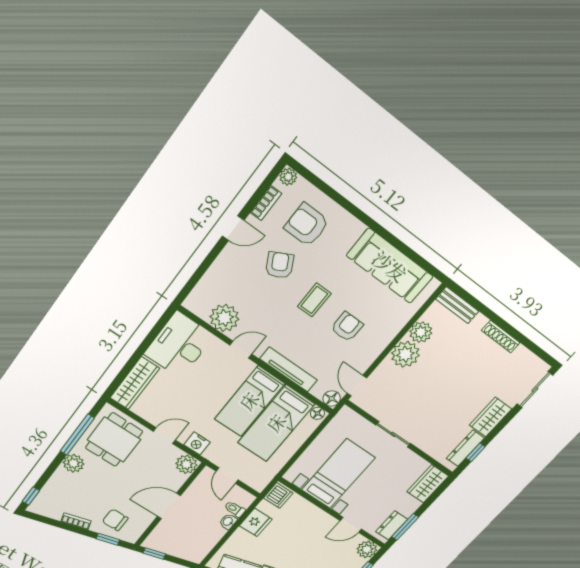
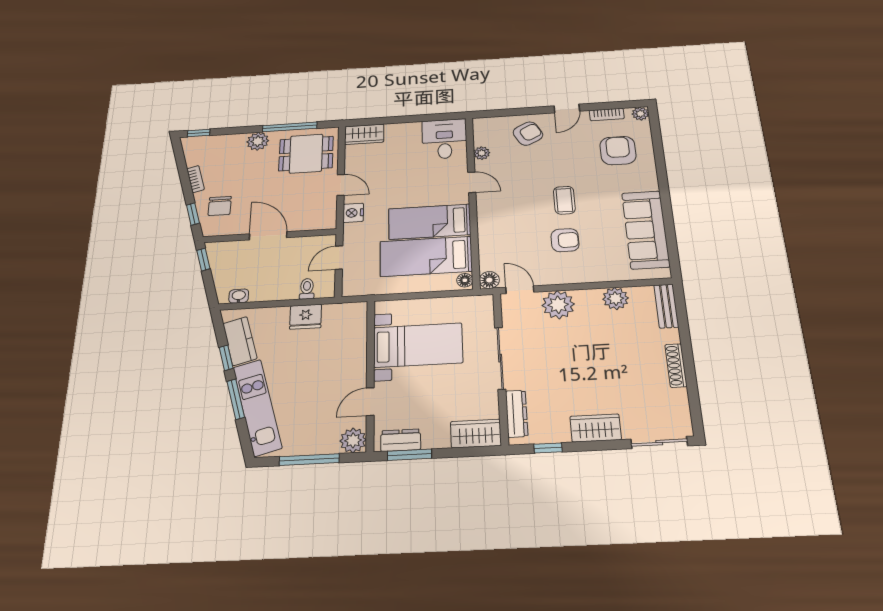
door: (233, 228) -> (567, 109), hinge flipped
armchair: (280, 265) -> (528, 134), moved
coffee table: (314, 300) -> (564, 200), turned 90
plant: (224, 318) -> (482, 153), width x0.53, depth x0.53
desk: (179, 345) -> (444, 139), width x0.73
plant: (405, 354) -> (558, 305), moved
tv unit: (289, 369) -> (486, 228), removed
wardrobe: (135, 383) -> (364, 134), width x0.67
door: (357, 386) -> (520, 290), hinge flipped
sliding door: (393, 434) -> (500, 358), width x1.37
dresser: (465, 448) -> (517, 414), moved, turned 90
plant: (186, 464) -> (325, 219), removed
dishwasher: (278, 496) -> (352, 313), removed
chair: (115, 520) -> (220, 206), turned 180
washbasin: (228, 522) -> (239, 296), moved
door: (351, 525) -> (370, 402), hinge flipped

